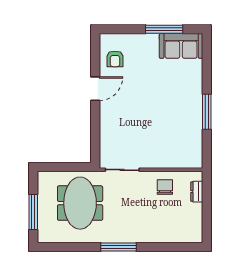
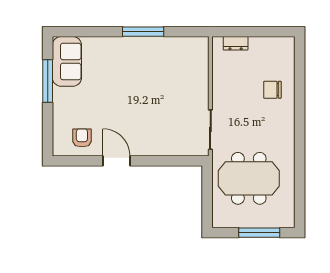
armchair: (115, 59) -> (82, 138), turned -90
chair: (165, 187) -> (272, 90), moved
window: (118, 247) -> (300, 134), removed

